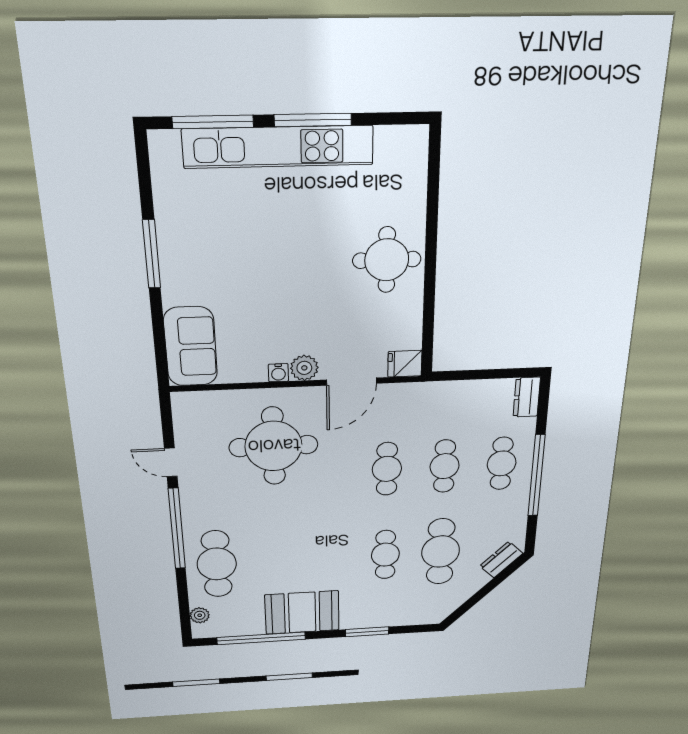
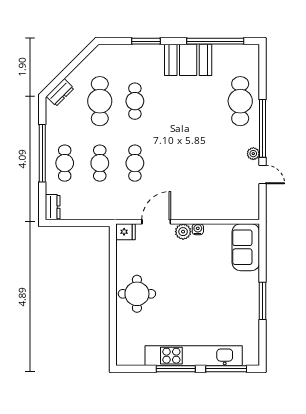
round table: (274, 446) -> (202, 182), removed
plant: (200, 615) -> (253, 154), moved

